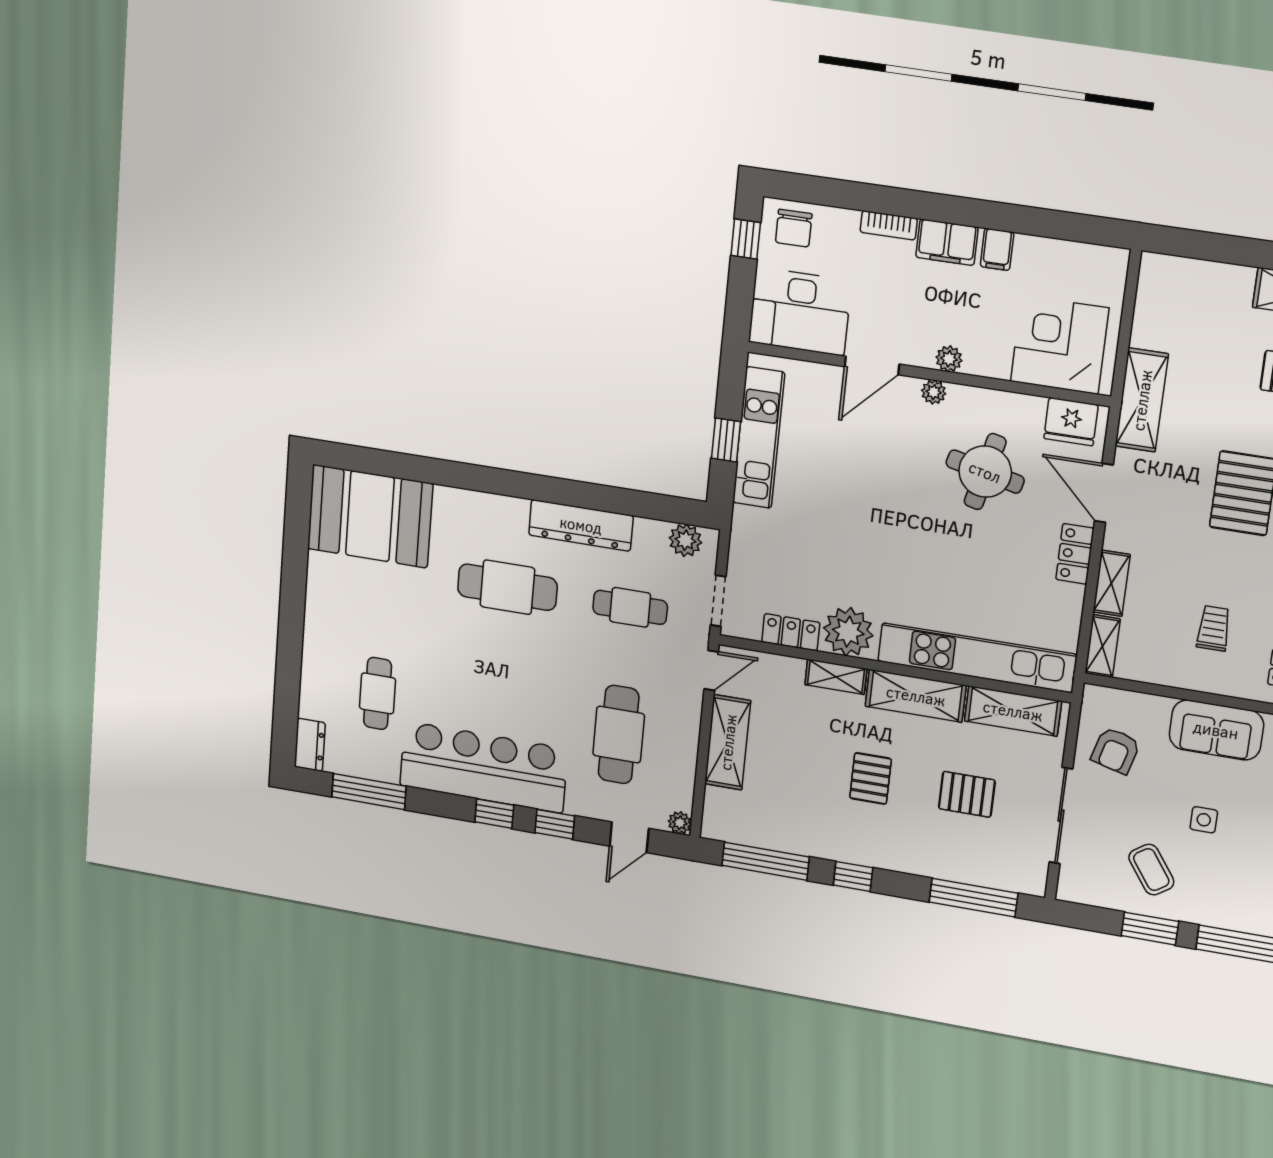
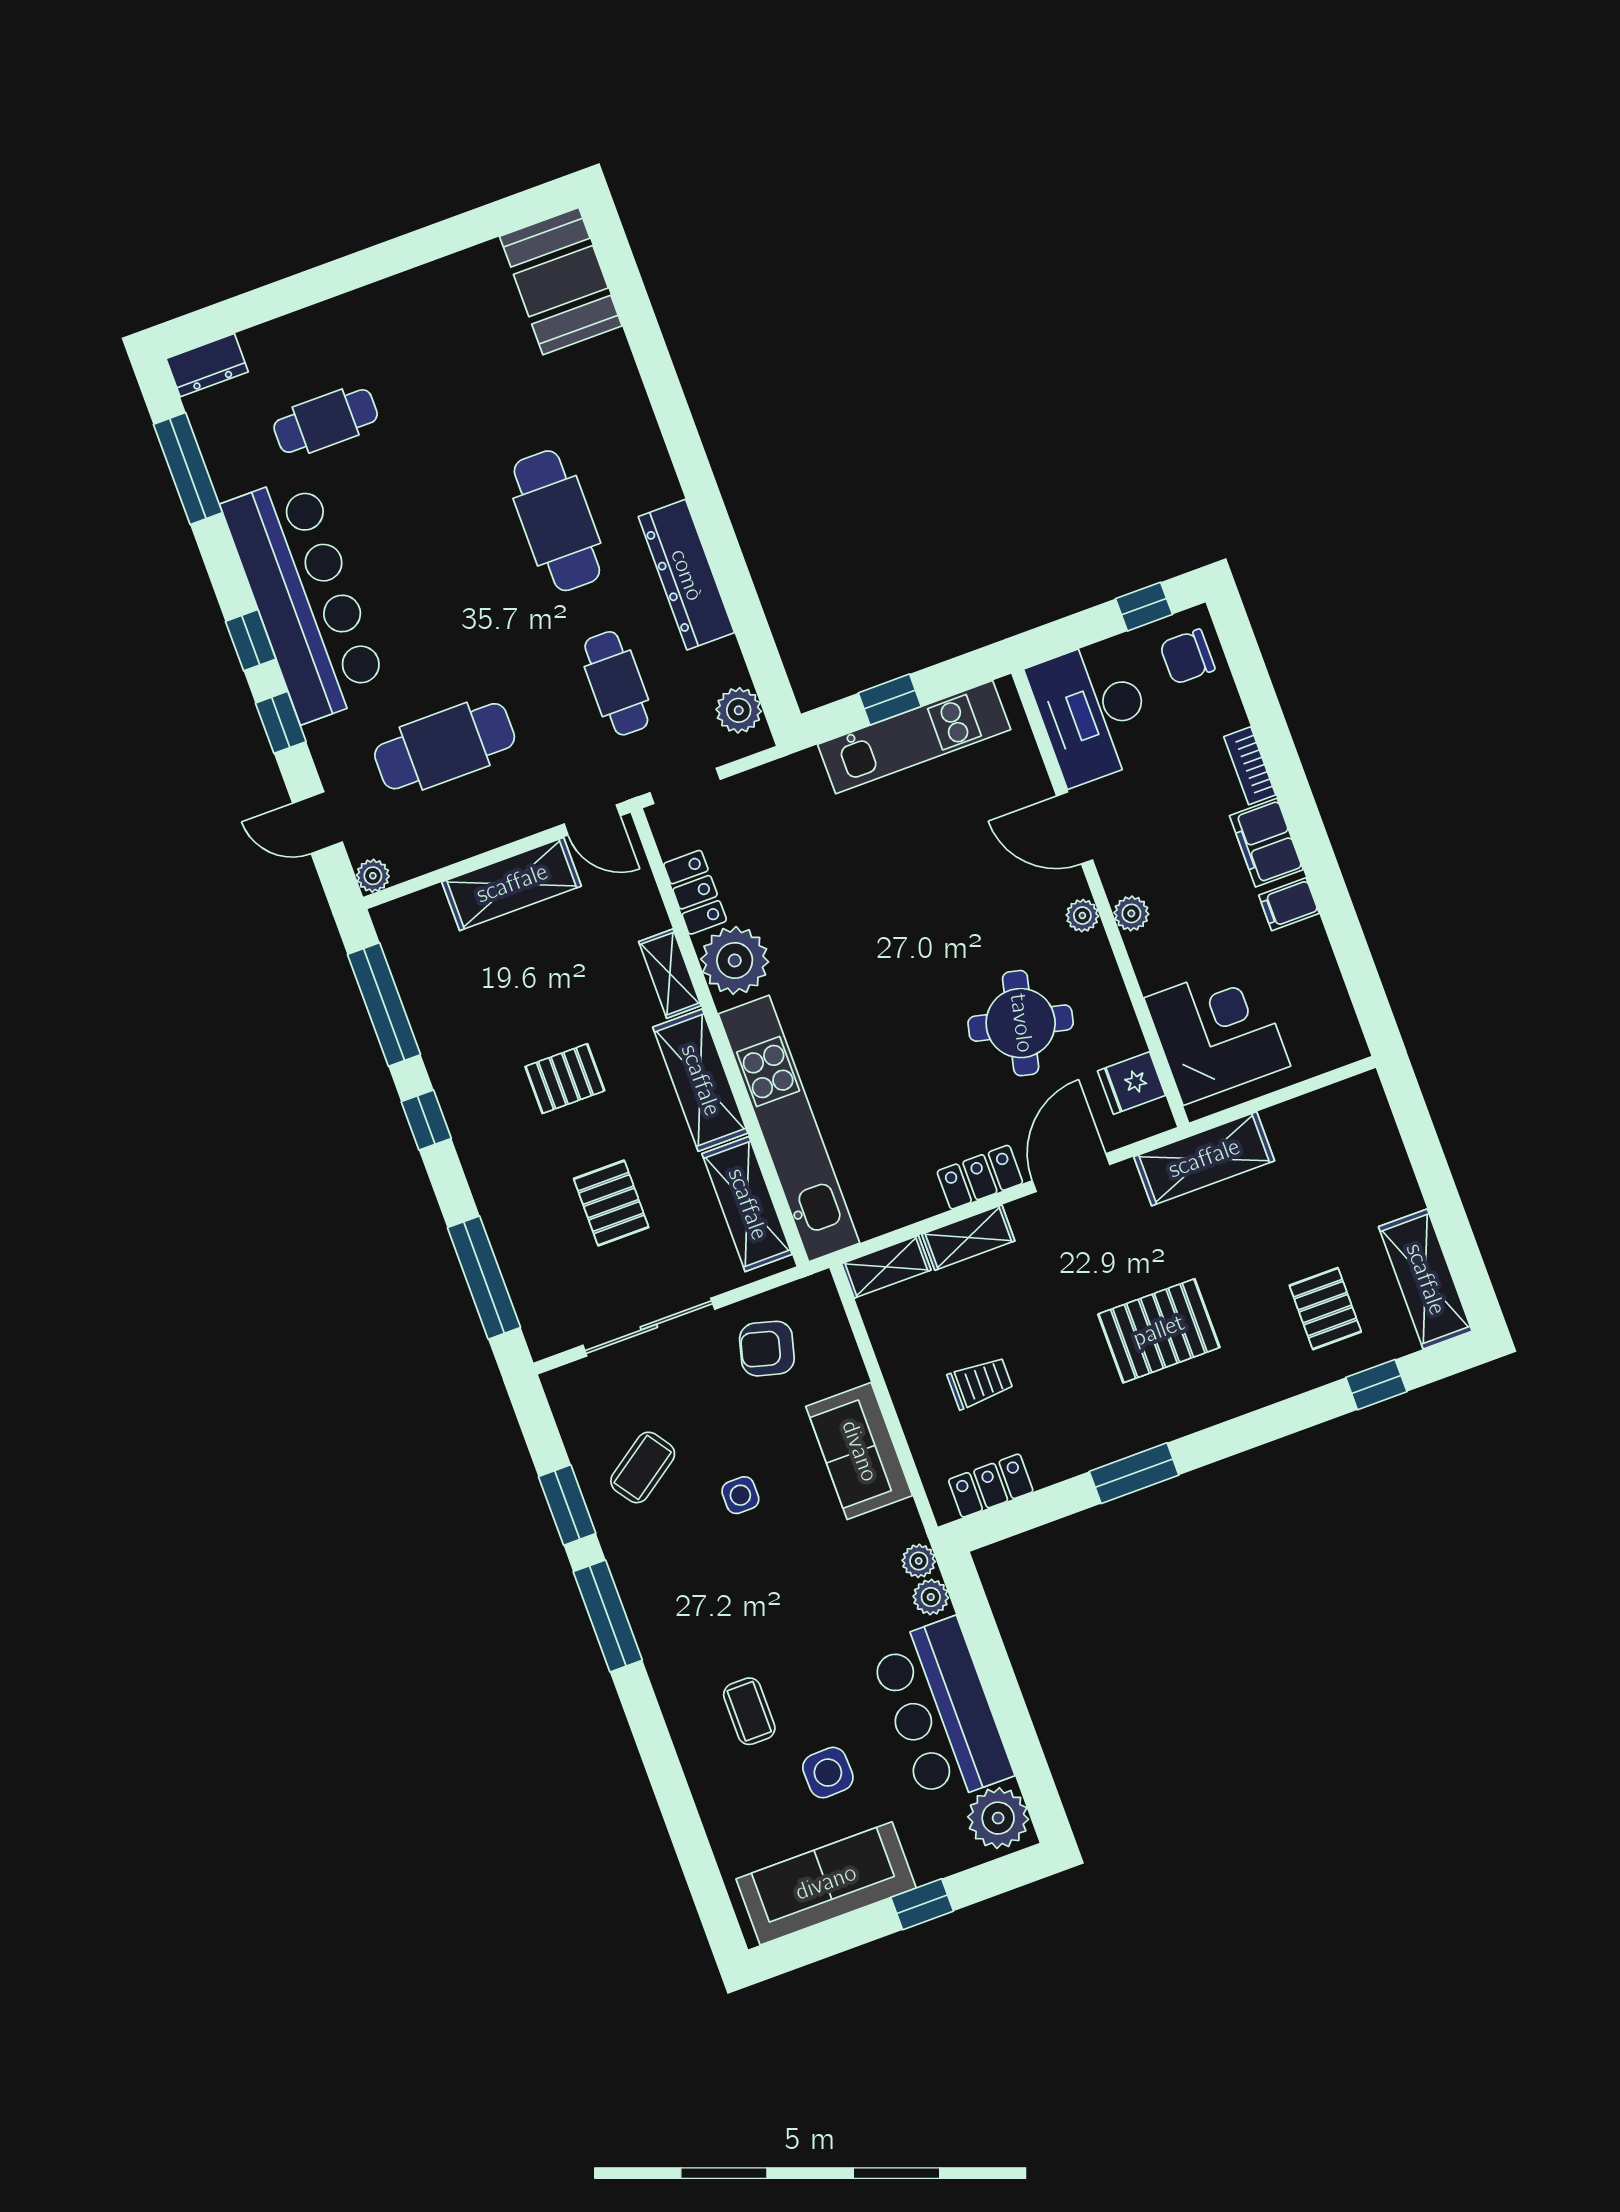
fridge: (1071, 422) -> (1131, 1083), width x0.72
booth: (370, 516) -> (561, 281), width x0.73, depth x0.70

